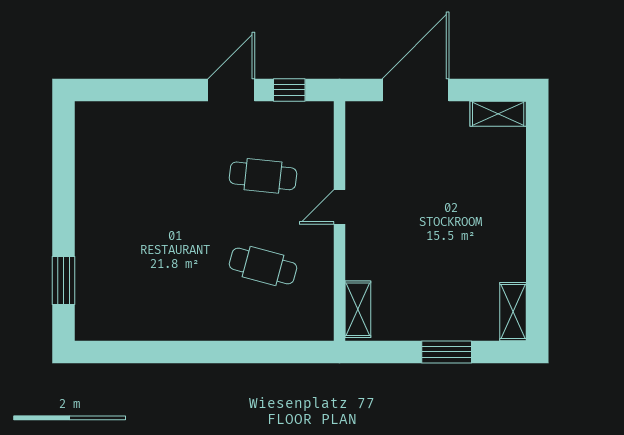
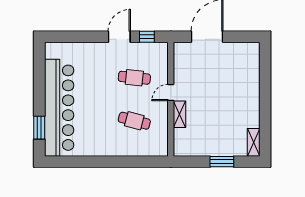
shelving: (498, 114) -> (246, 48), removed
bar counter: (105, 239) -> (59, 108), added
shelving: (358, 309) -> (180, 114), moved

